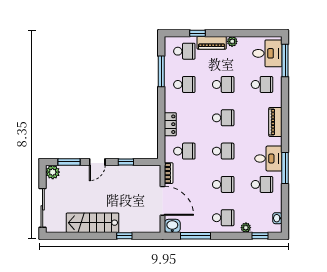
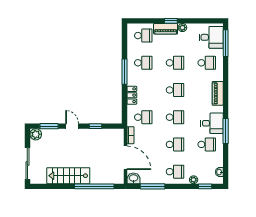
window: (197, 33) -> (171, 21), moved
window: (161, 71) -> (124, 72), moved
door: (97, 162) -> (72, 126), swing flipped
window: (124, 236) -> (94, 186), width x3.17

